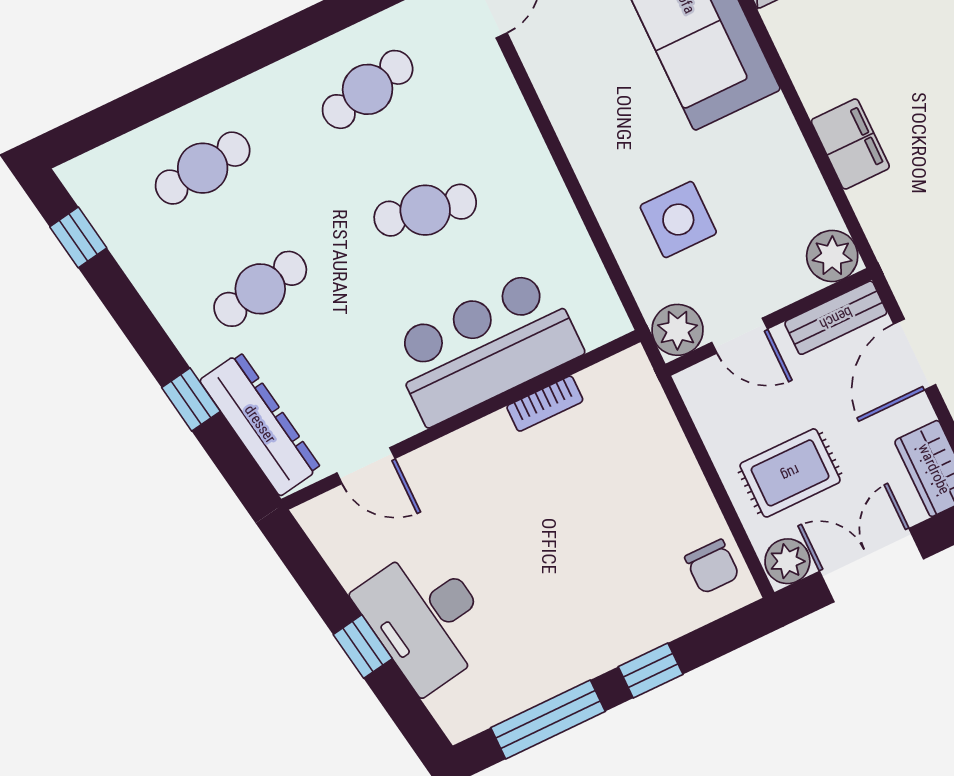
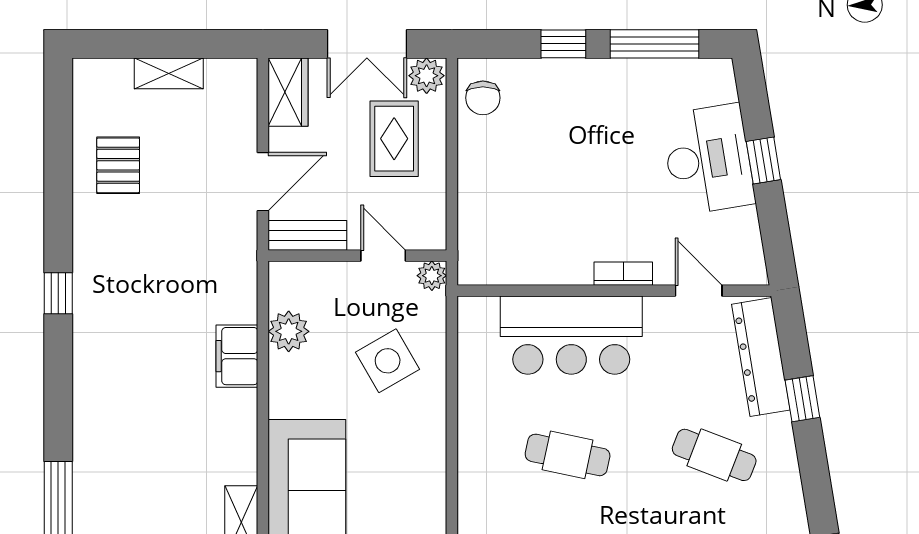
side table: (678, 220) -> (388, 361), turned -30
plant: (832, 256) -> (289, 331), moved
cafe table: (260, 289) -> (714, 455), turned 30
plant: (677, 330) -> (432, 276), width x0.73, depth x0.73
bookcase: (545, 404) -> (623, 274), moved
rug: (790, 473) -> (394, 139), turned 90
chair: (712, 567) -> (483, 98), turned 180

